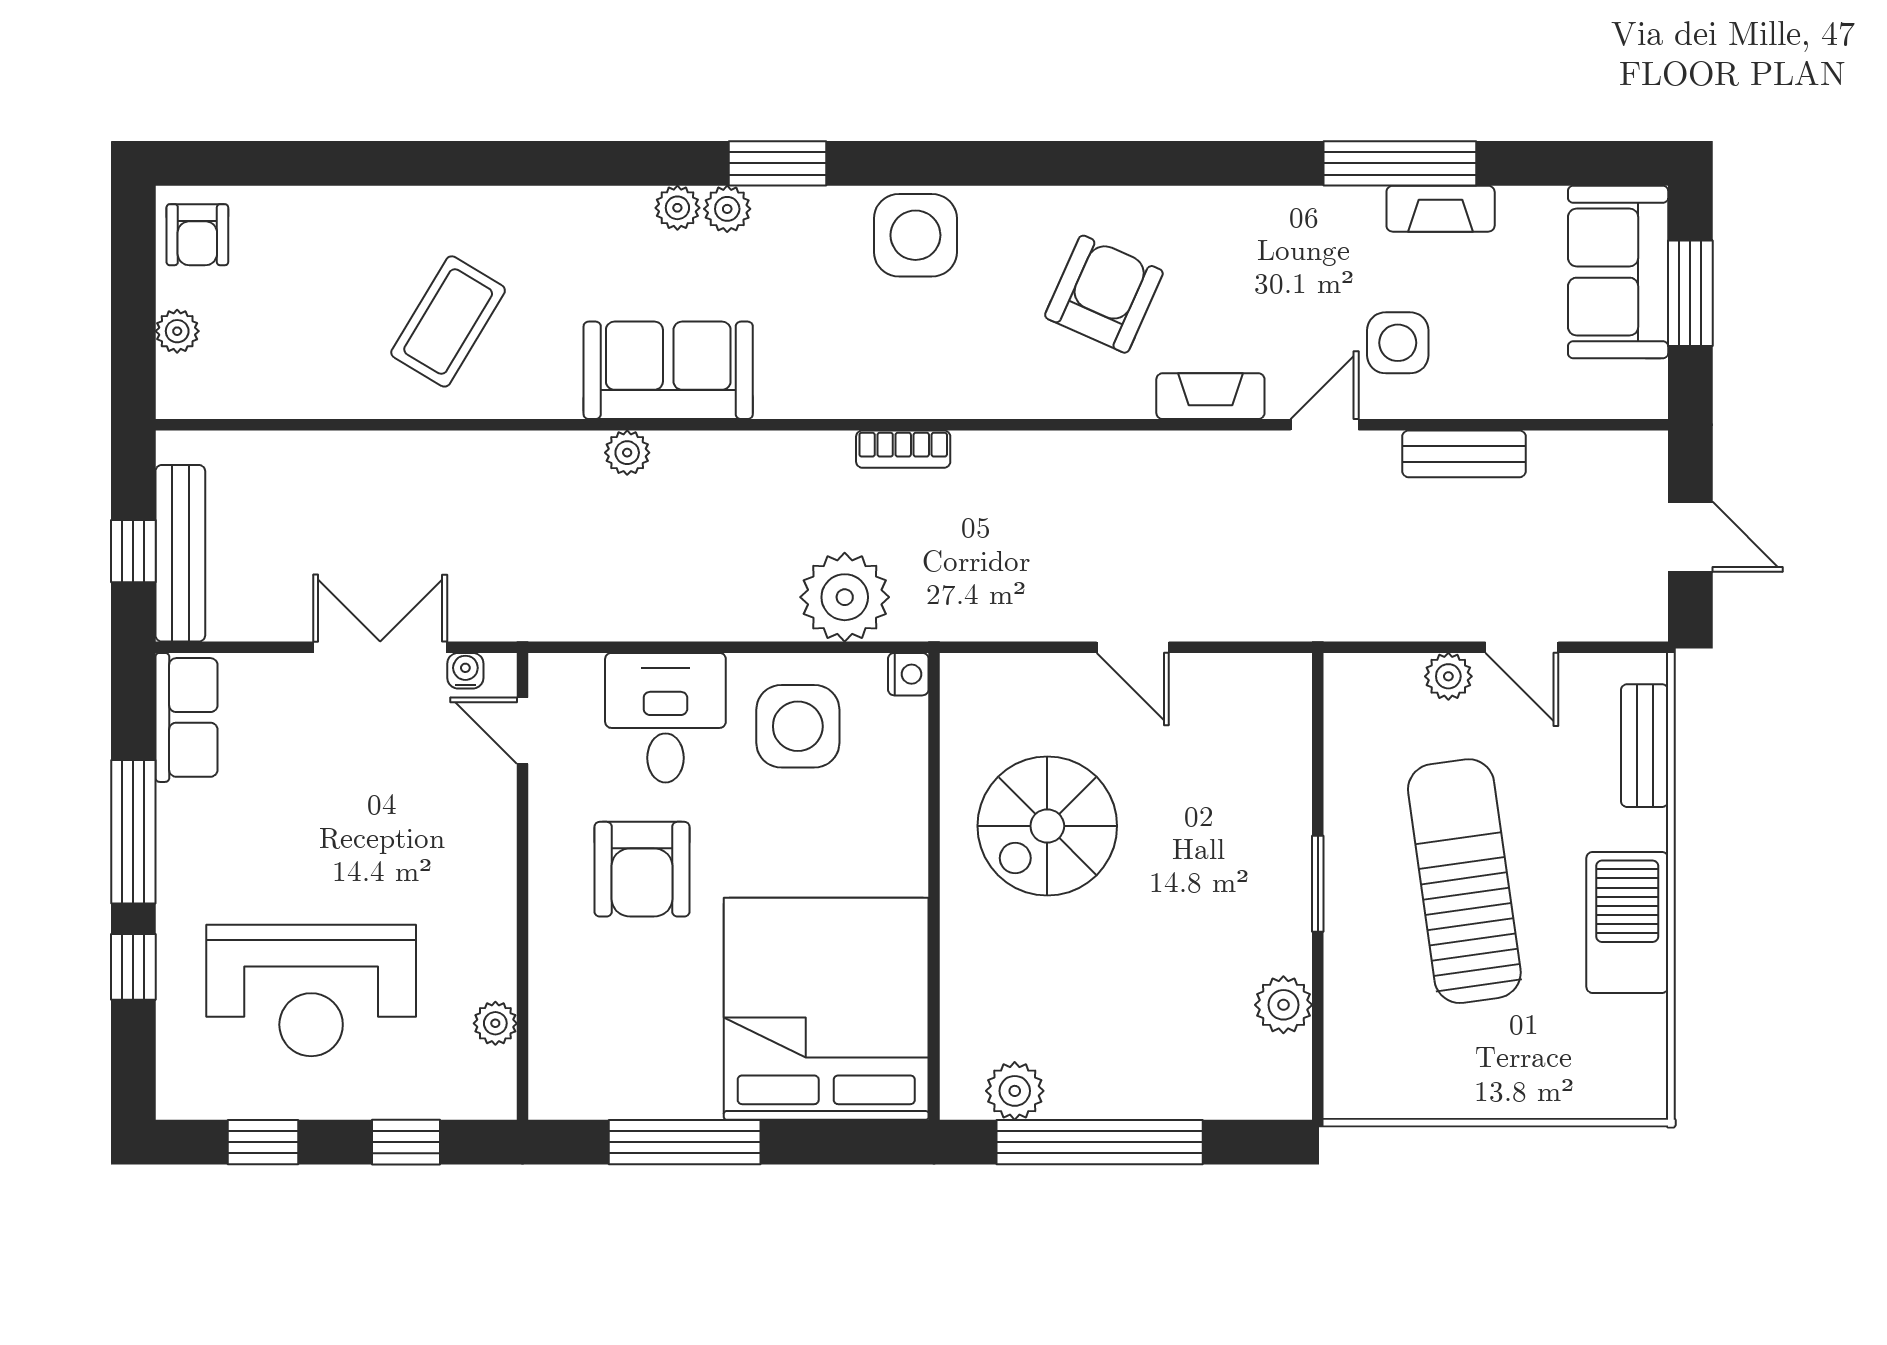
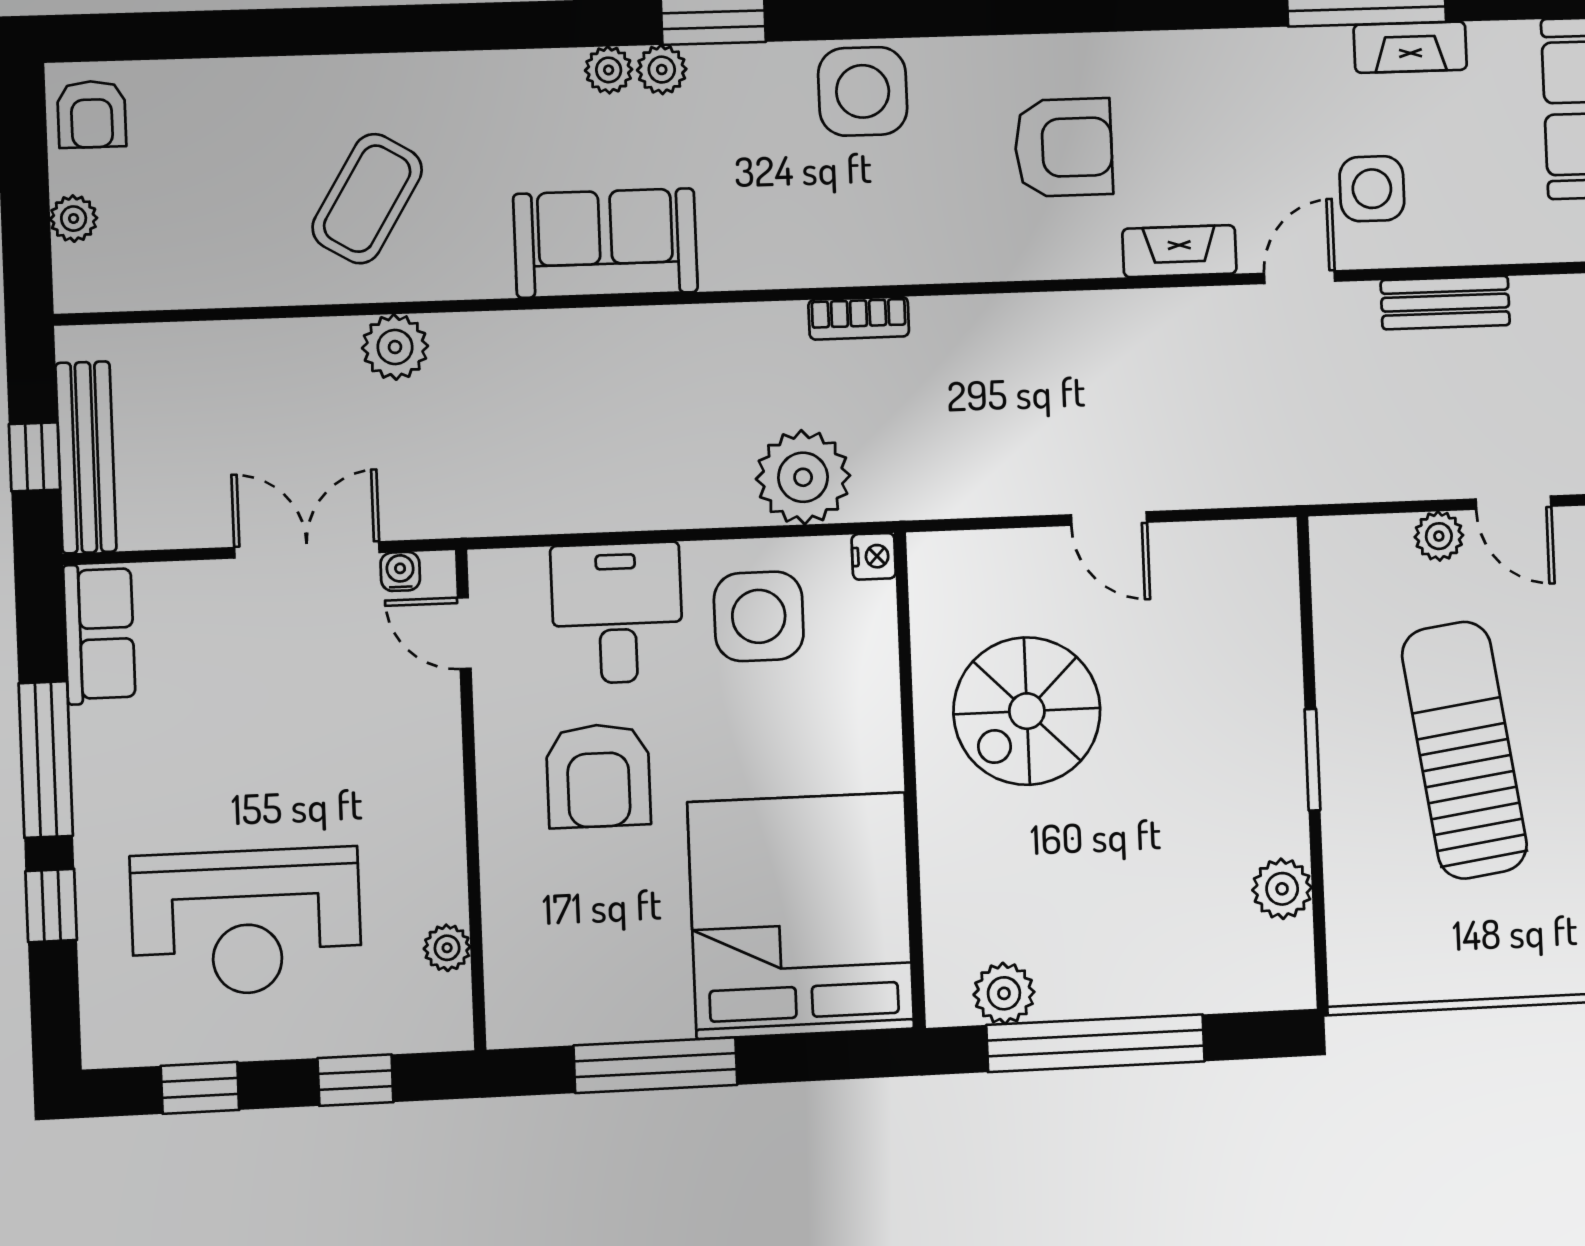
armchair: (1104, 294) -> (1064, 147), turned 66
plant: (627, 453) -> (395, 347), moved, width x1.38, depth x1.38

